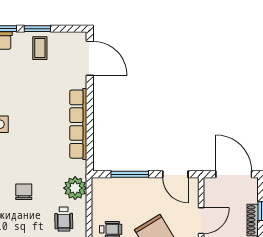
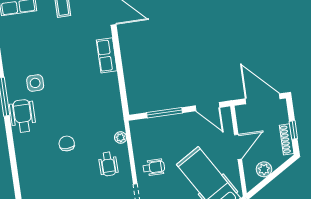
row of seats: (78, 124) -> (107, 55), width x0.50
plant: (75, 188) -> (121, 138), width x0.53, depth x0.53

